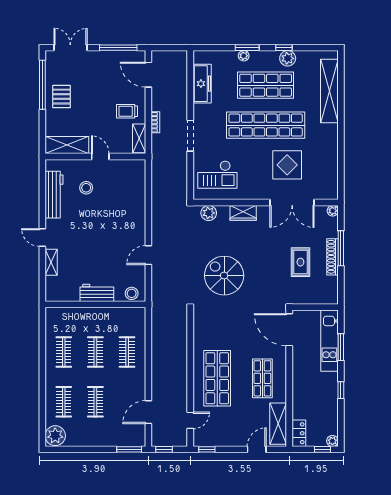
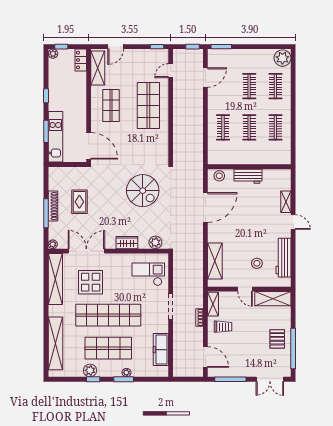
shelving: (330, 169) -> (55, 279), added
shelving: (137, 191) -> (215, 261), added
door: (148, 255) -> (205, 208), width x1.88

